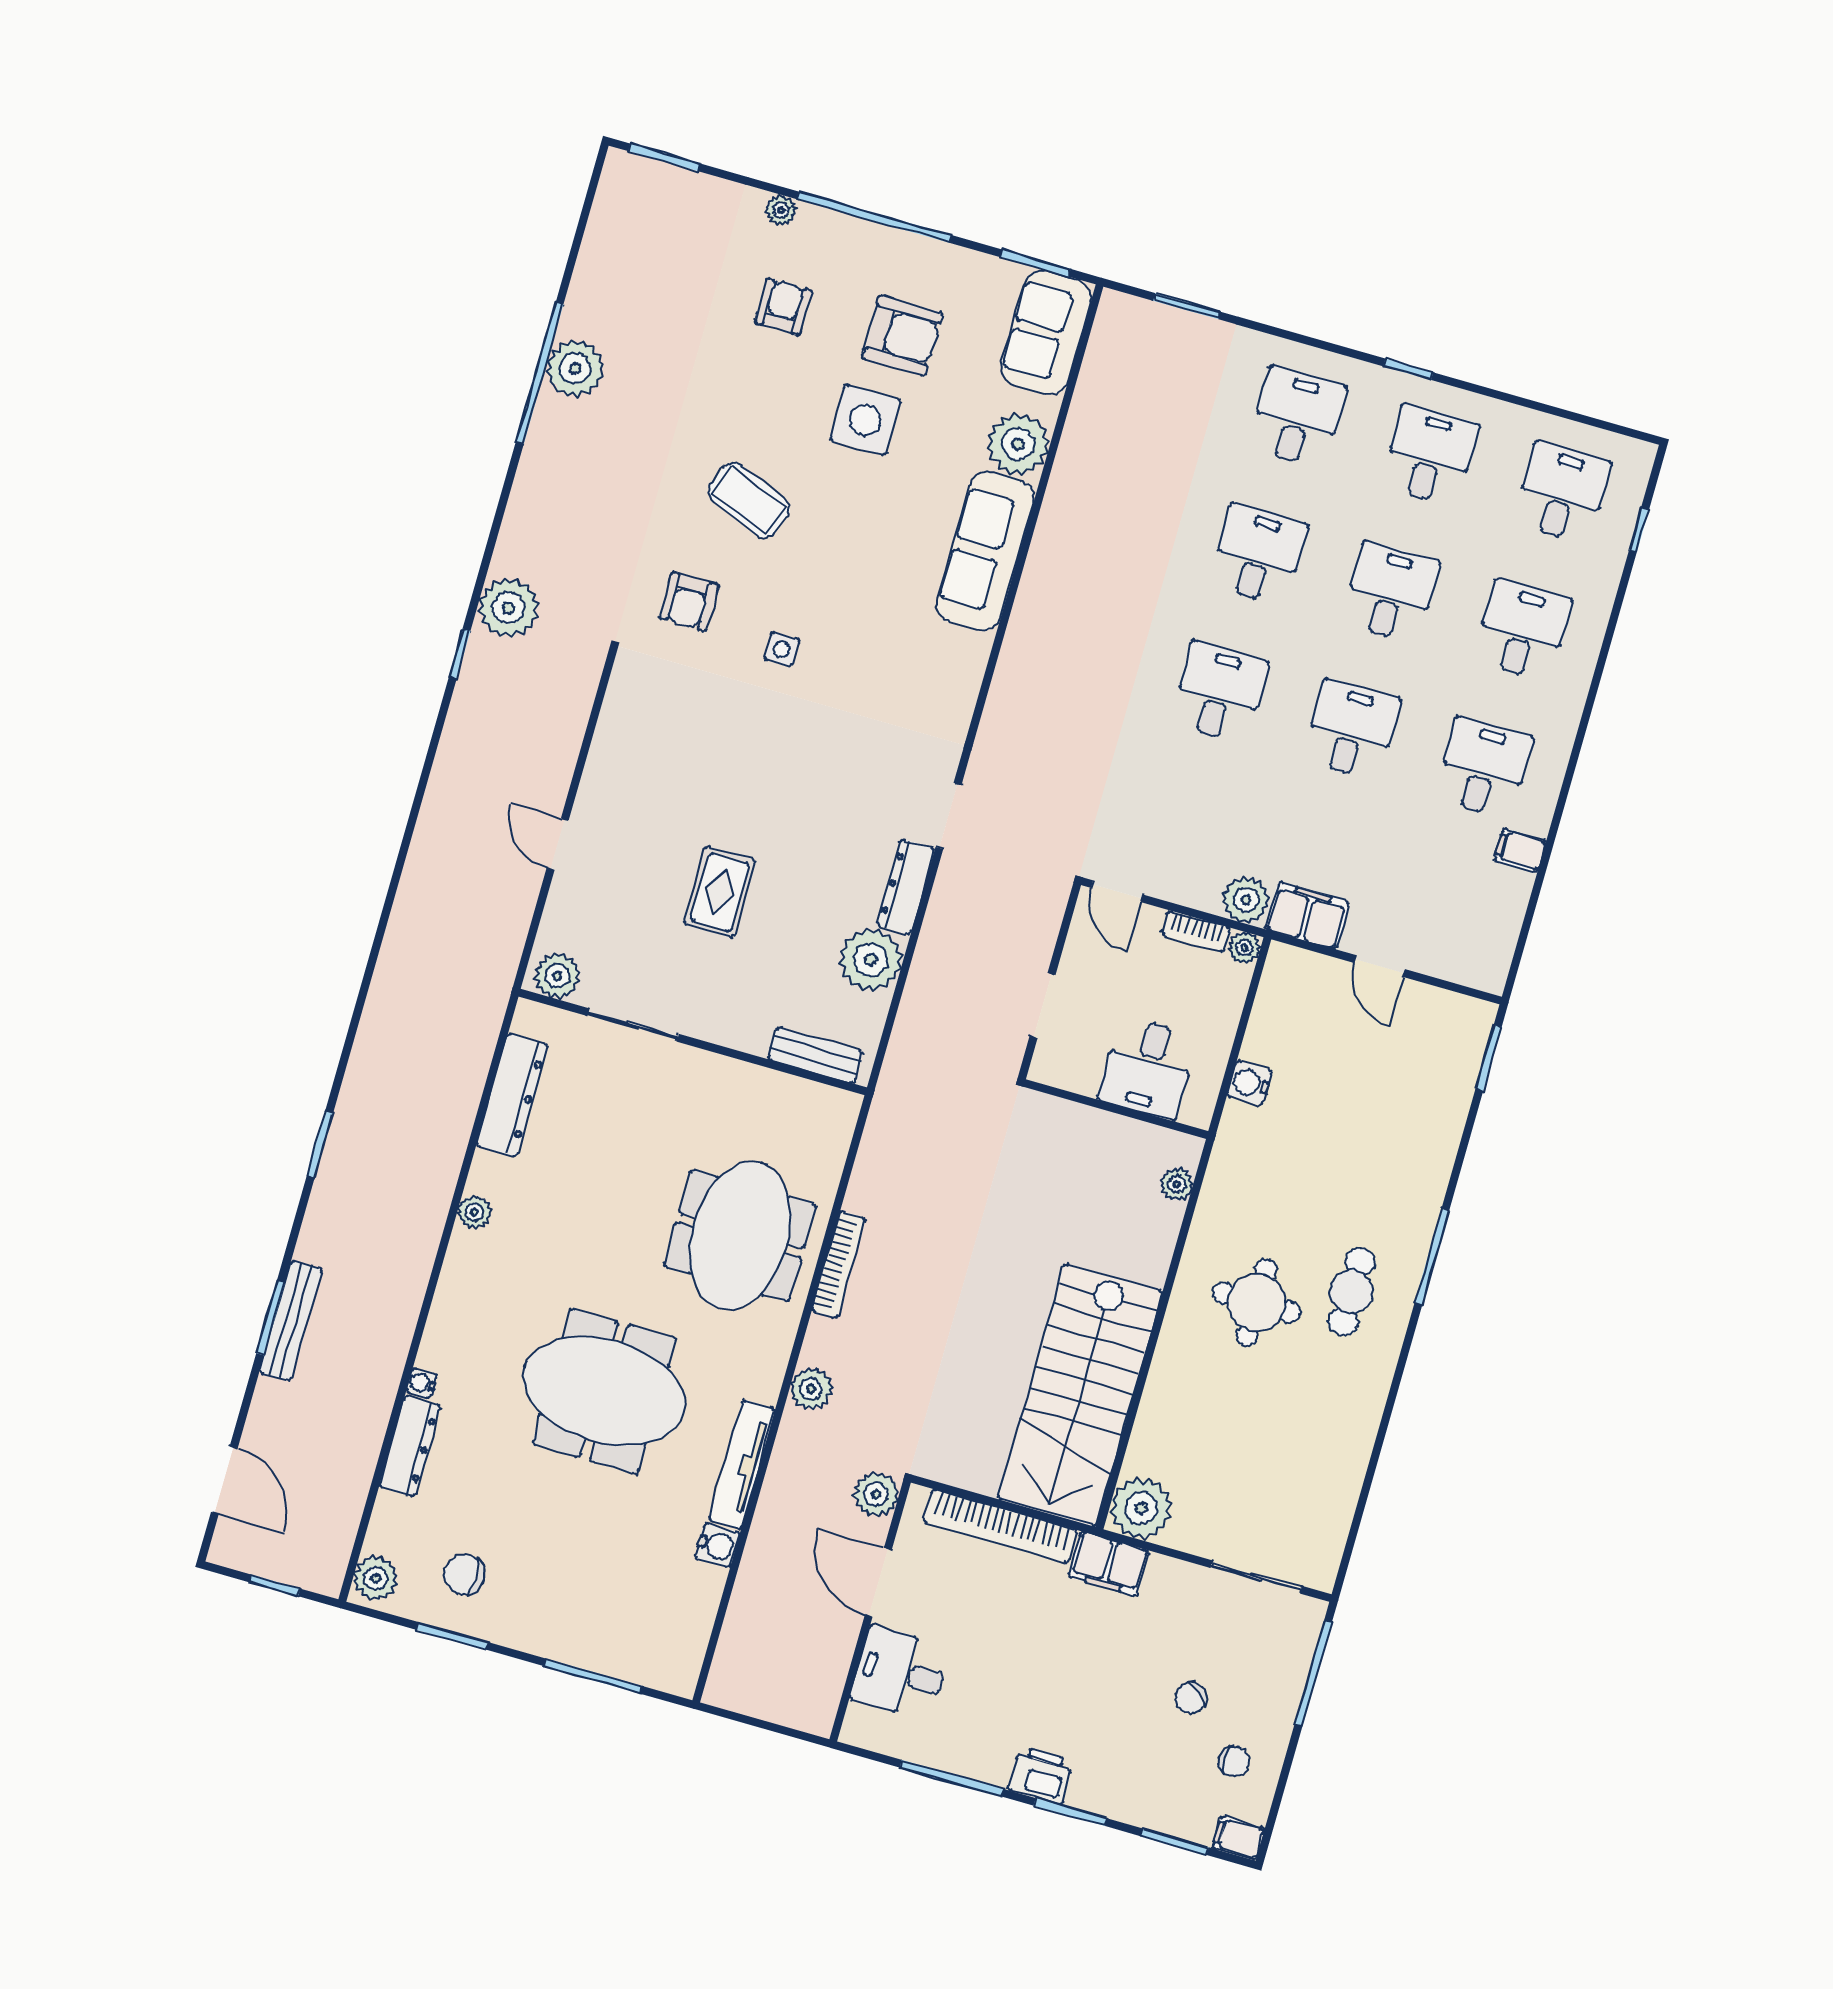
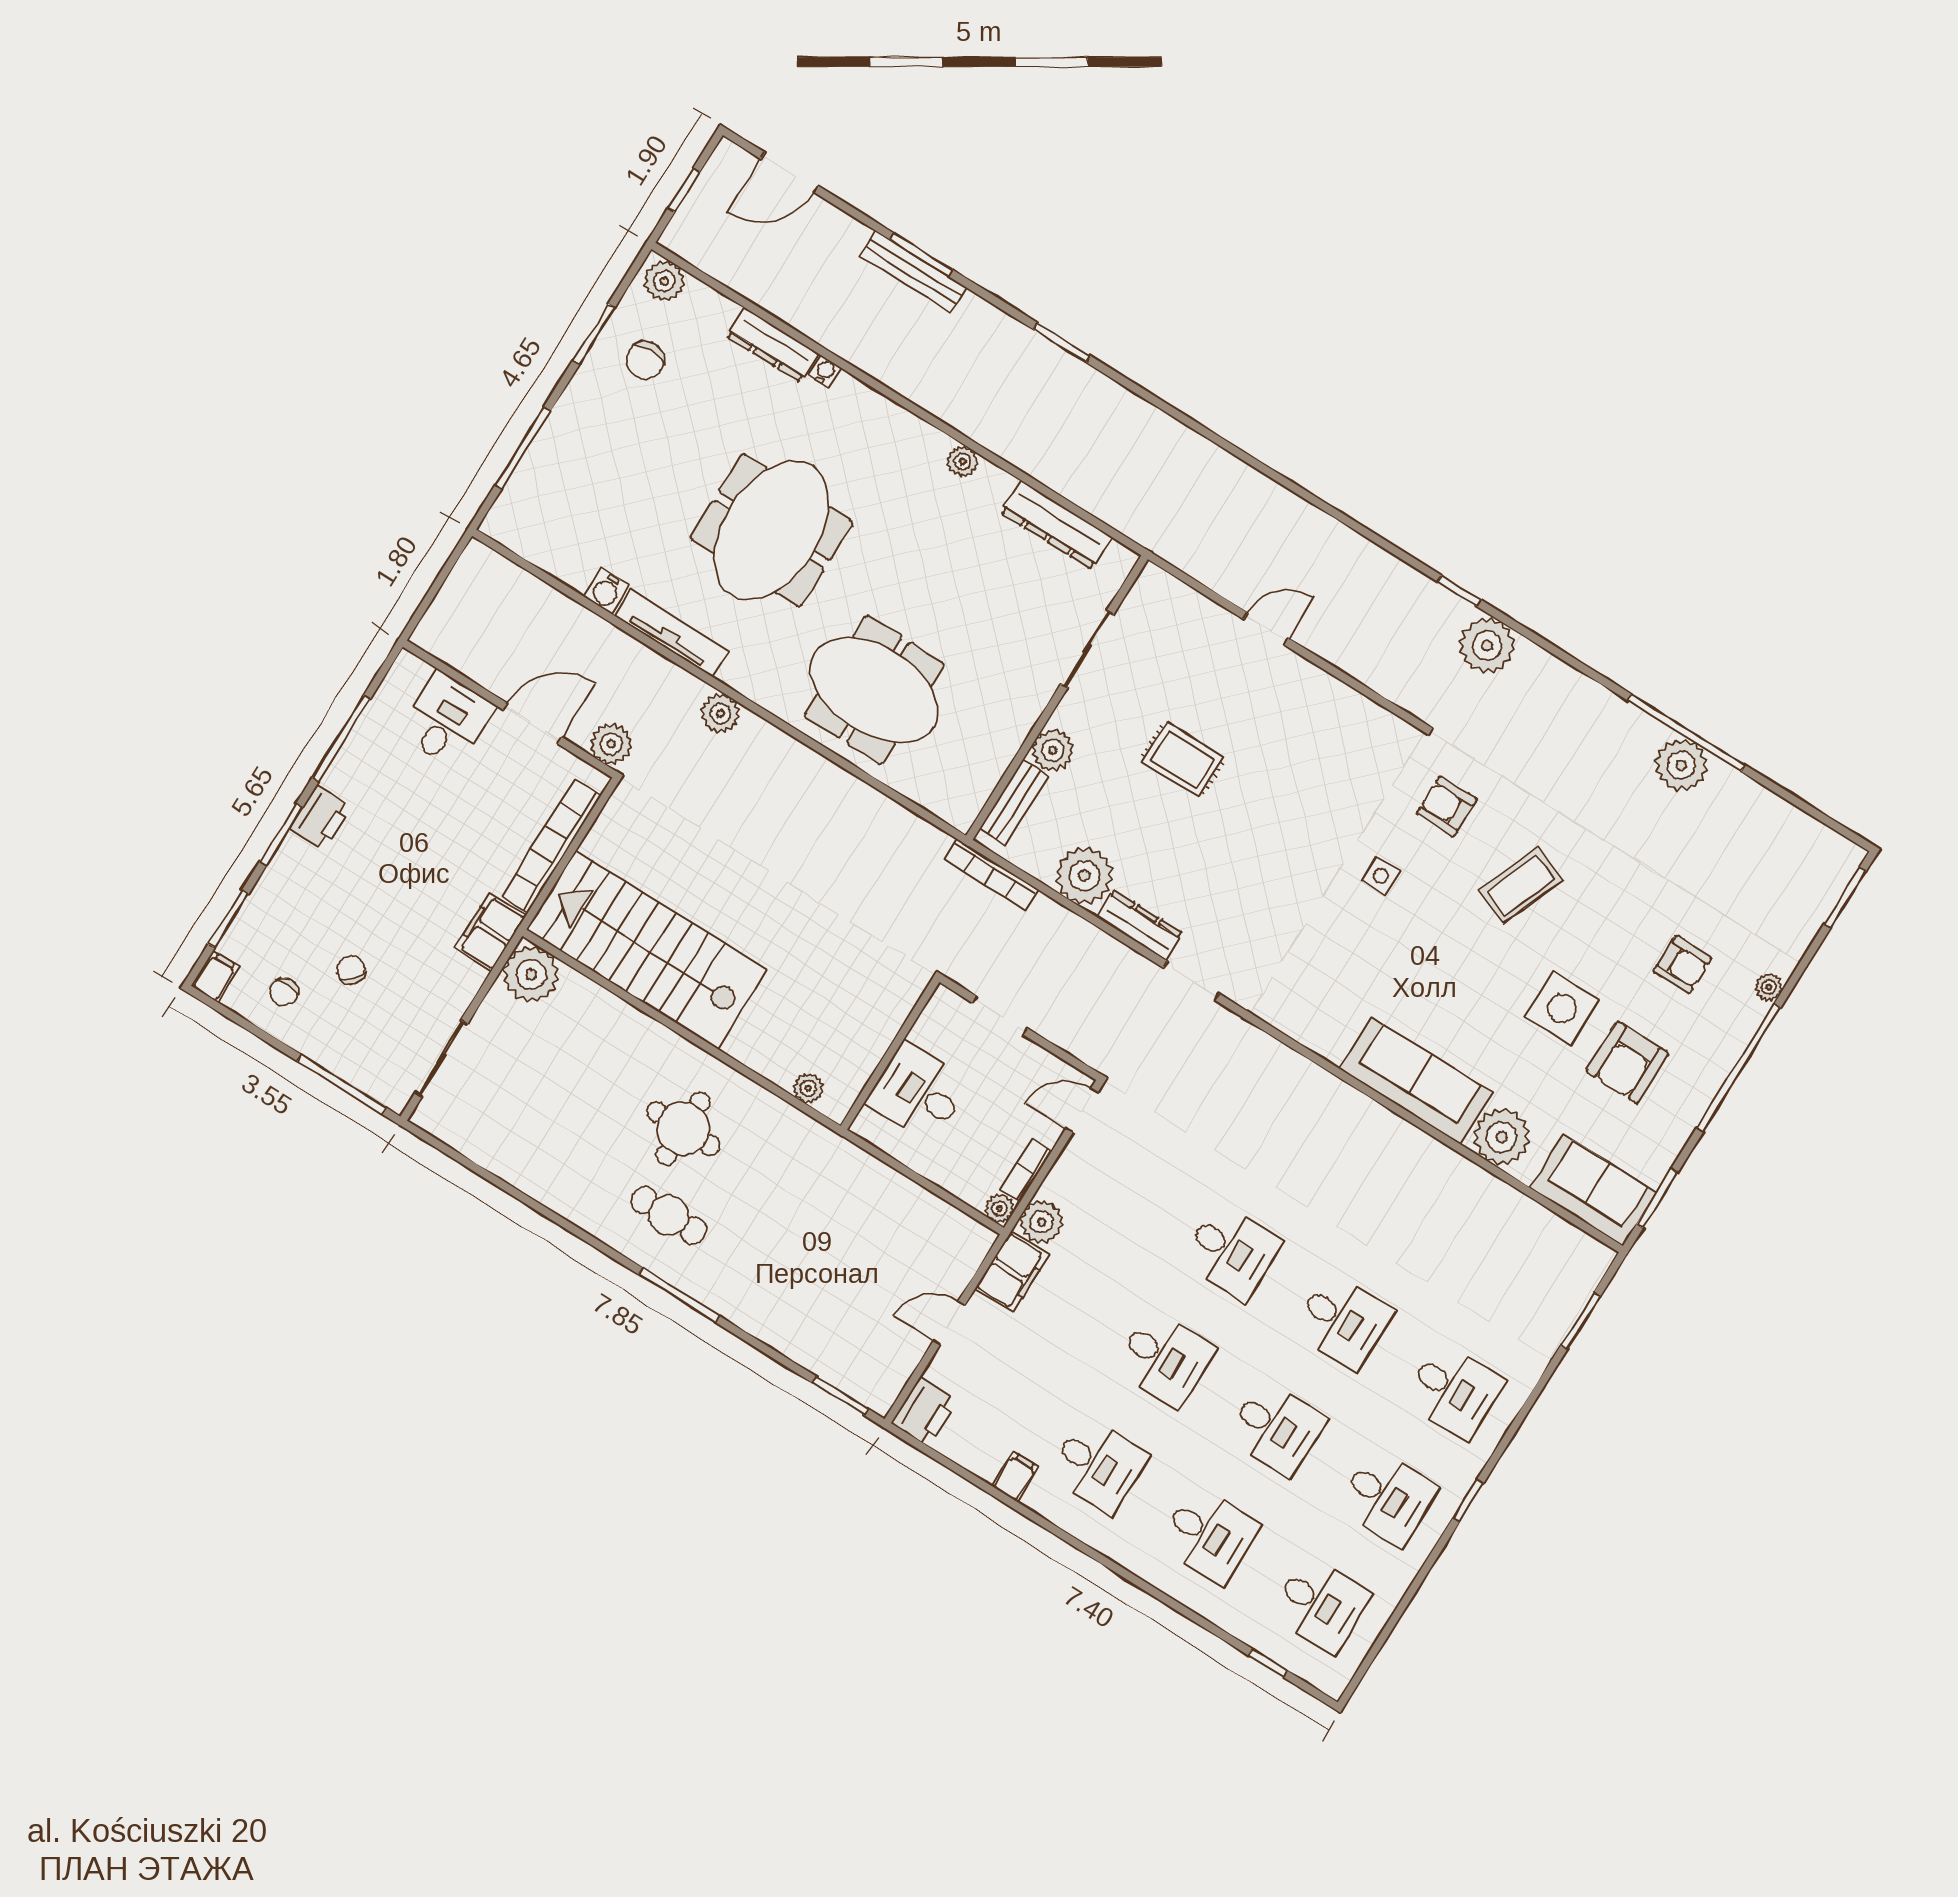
printer: (1480, 965) -> (925, 1412), added
plant: (557, 976) -> (1053, 750), moved
water cooler: (1250, 1083) -> (879, 1178), removed
bookcase: (839, 1264) -> (991, 874), moved
chair: (464, 1574) -> (645, 360), turned 180

